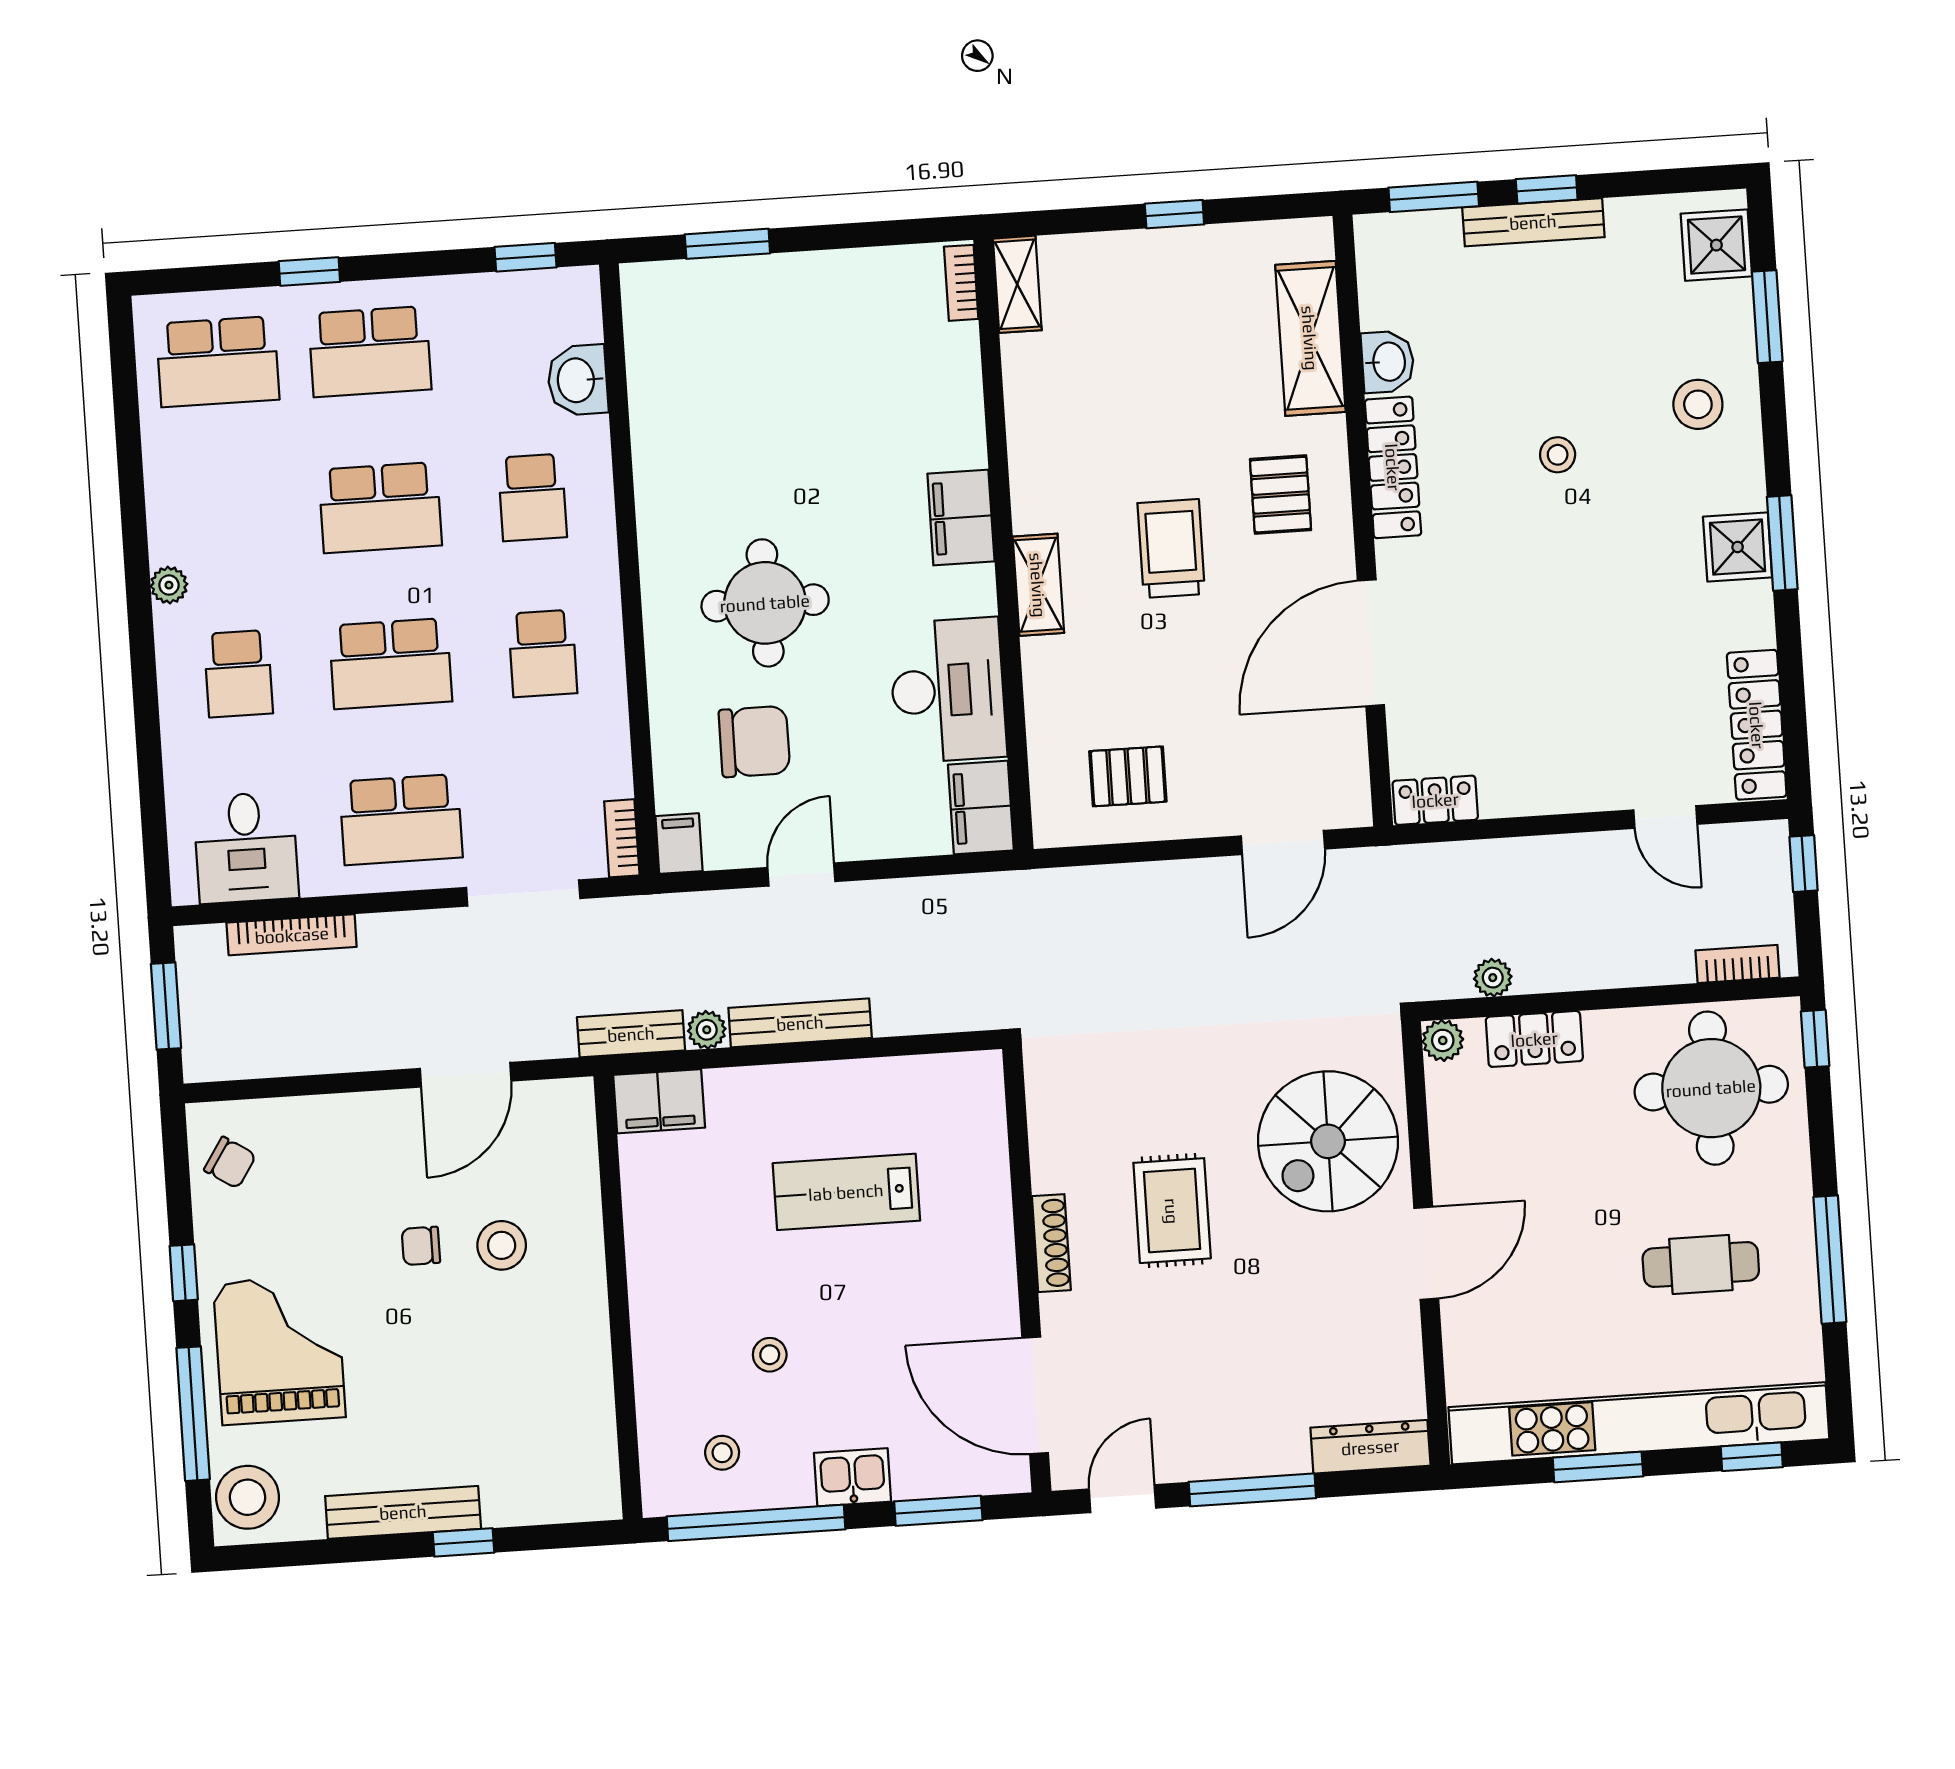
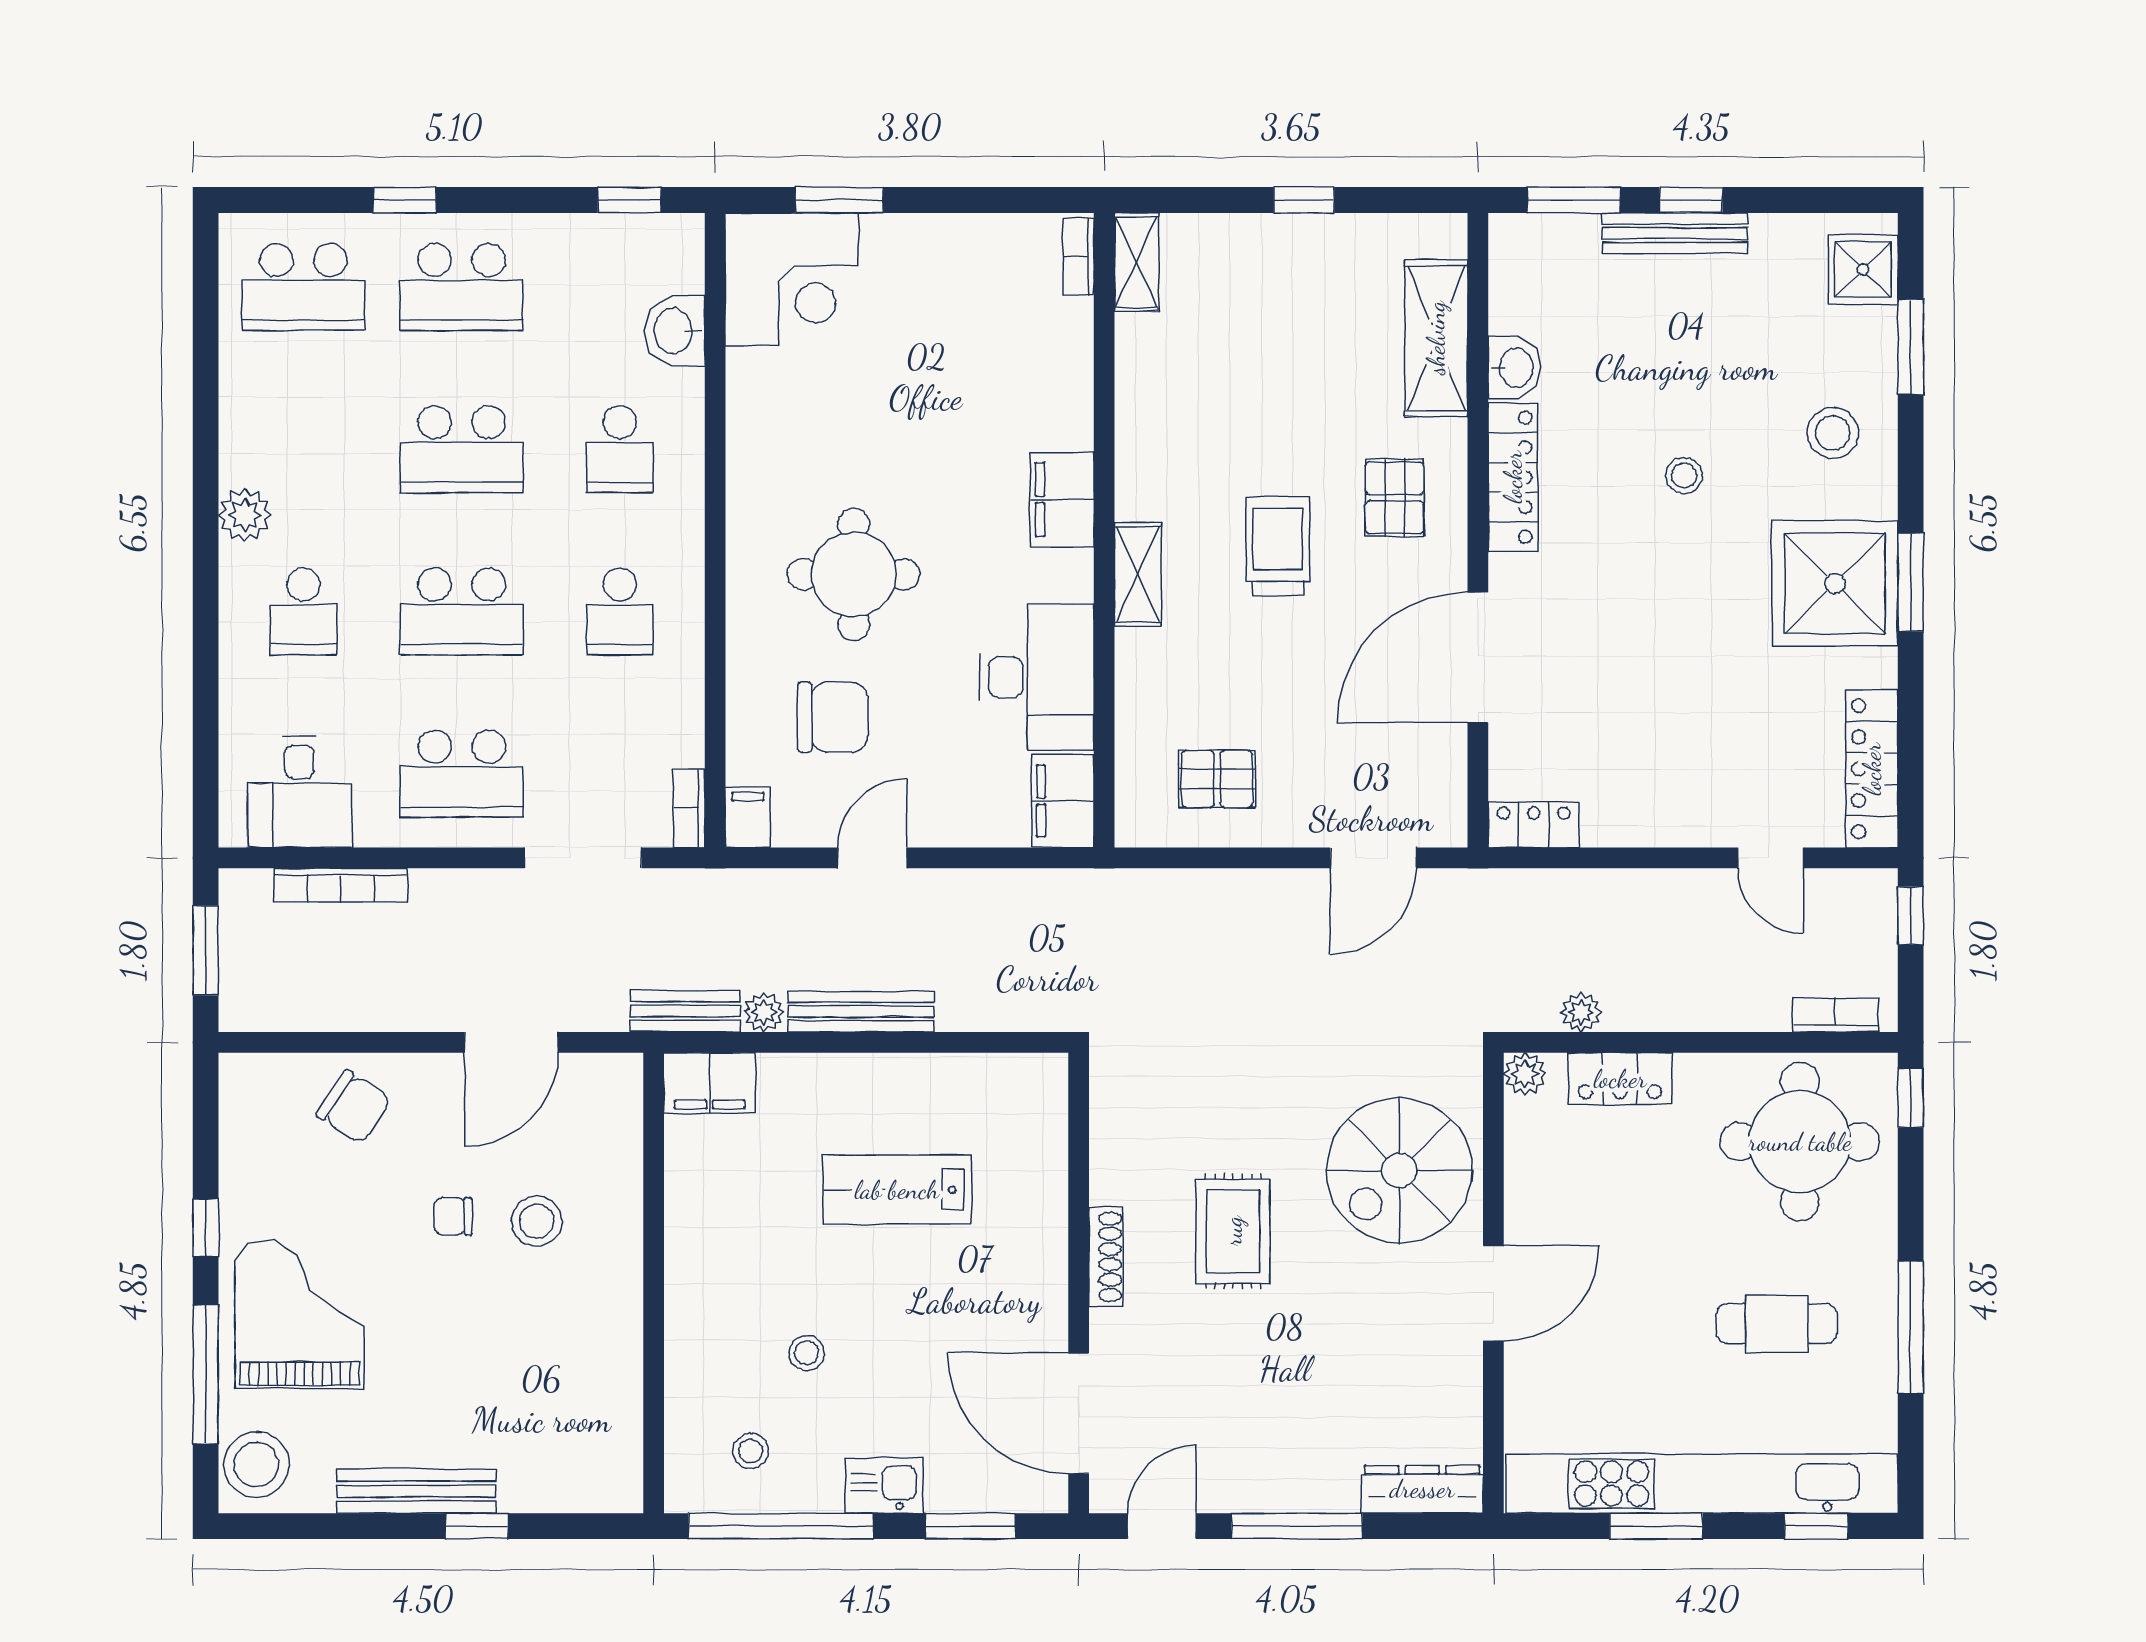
corner desk: (687, 323) -> (792, 279), added
shower: (1738, 547) -> (1835, 583), width x1.86, depth x1.86
plant: (169, 585) -> (245, 515), width x1.38, depth x1.38
chair: (230, 1163) -> (354, 1107), moved, width x1.37, depth x1.37

